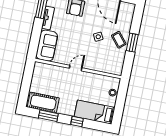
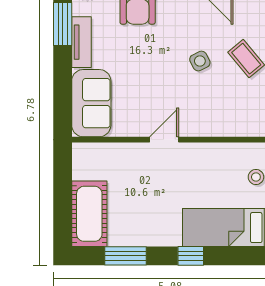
cot: (43, 102) -> (89, 214), moved, turned 90

